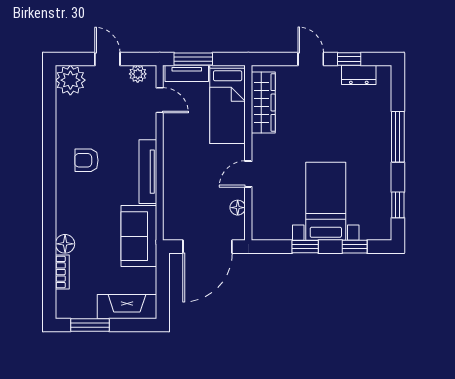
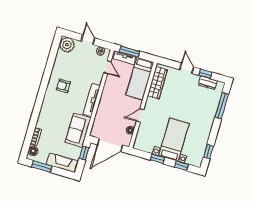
window: (398, 137) -> (222, 106), moved
floor lamp: (65, 244) -> (33, 151), moved
window: (163, 276) -> (84, 153), added

